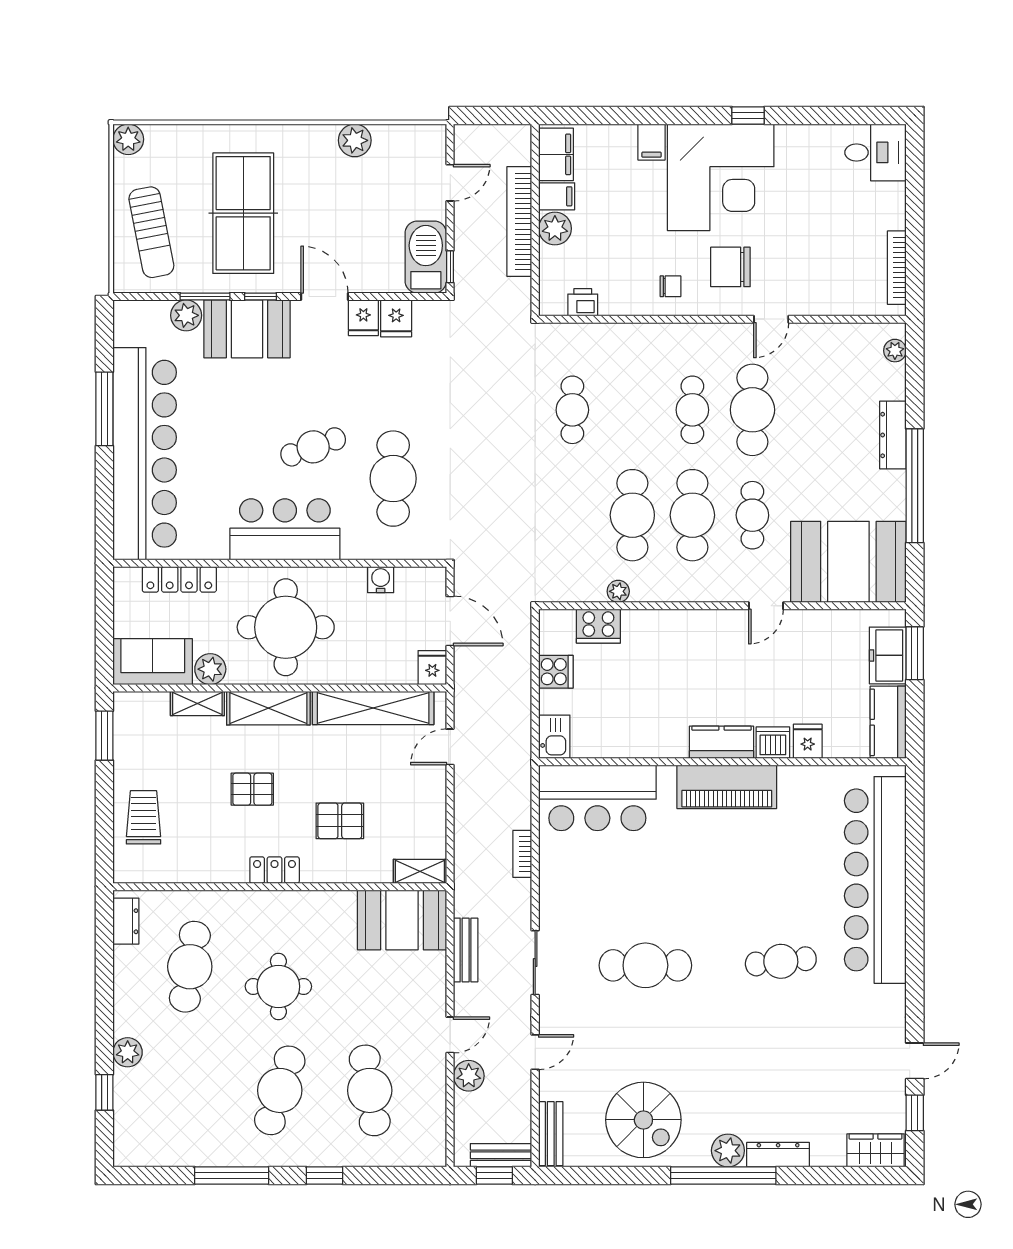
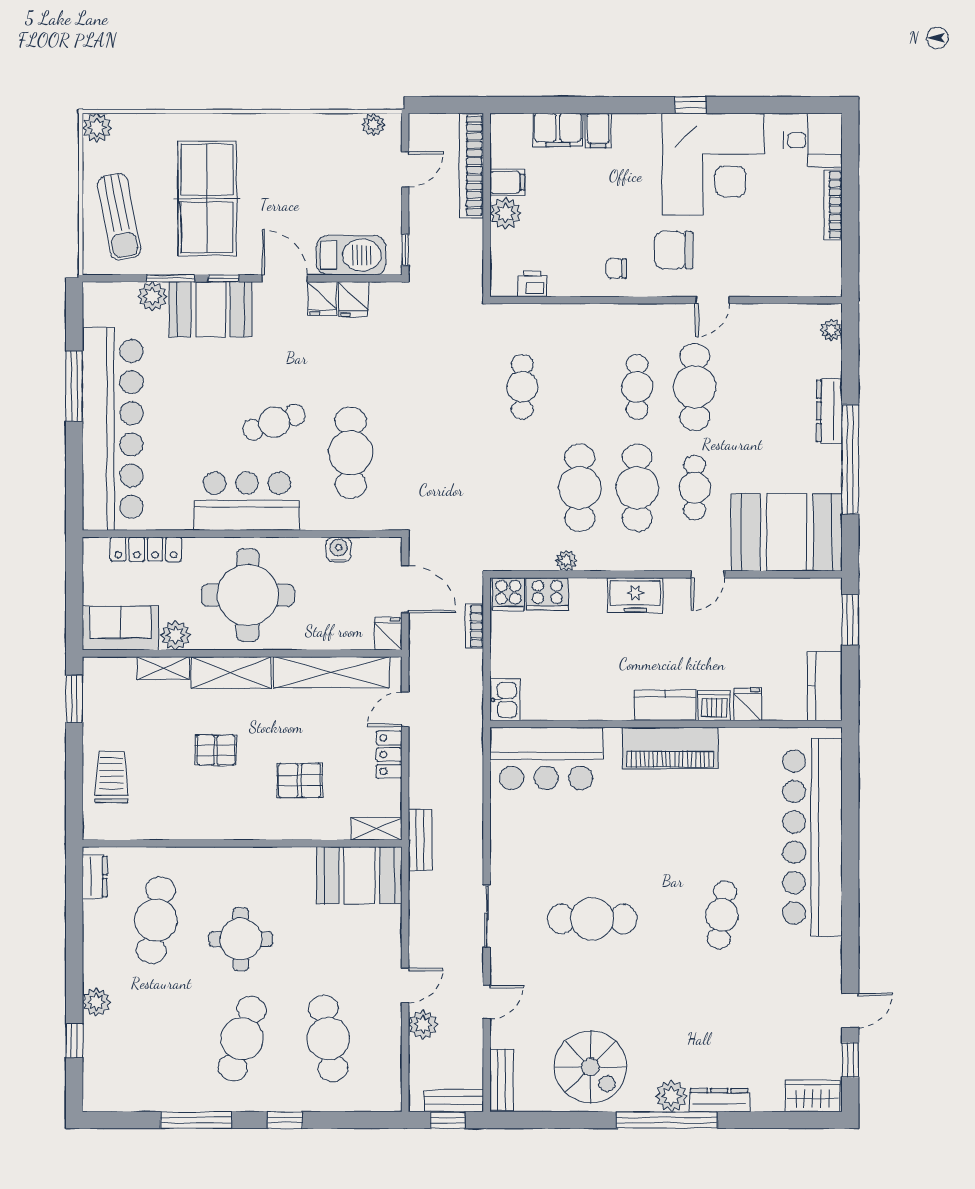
plant: (355, 140) -> (373, 124), moved, width x0.73, depth x0.73
filing cabinet: (556, 154) -> (558, 130), moved, turned 90
corner desk: (721, 177) -> (713, 164), moved
bookcase: (519, 221) -> (471, 166), moved
barbecue: (426, 257) -> (351, 255), moved, turned 90
bookcase: (897, 268) -> (833, 205), moved
chair: (671, 286) -> (616, 269), turned 180
freezer: (888, 655) -> (635, 595), moved, turned -90
cooker: (556, 672) -> (508, 594), moved, turned 90
bookcase: (522, 854) -> (474, 626), moved
locker: (275, 870) -> (389, 755), moved, turned -90
bench: (466, 950) -> (420, 840), moved
cafe table: (781, 961) -> (722, 915), turned -76

